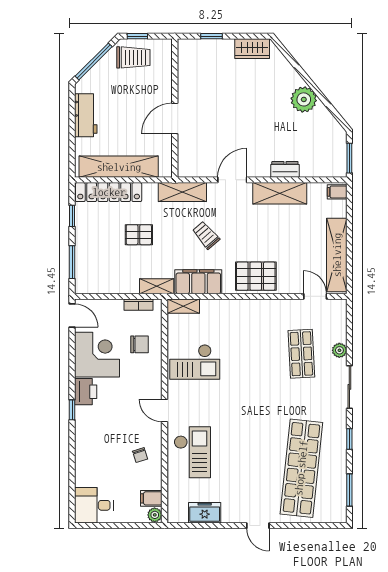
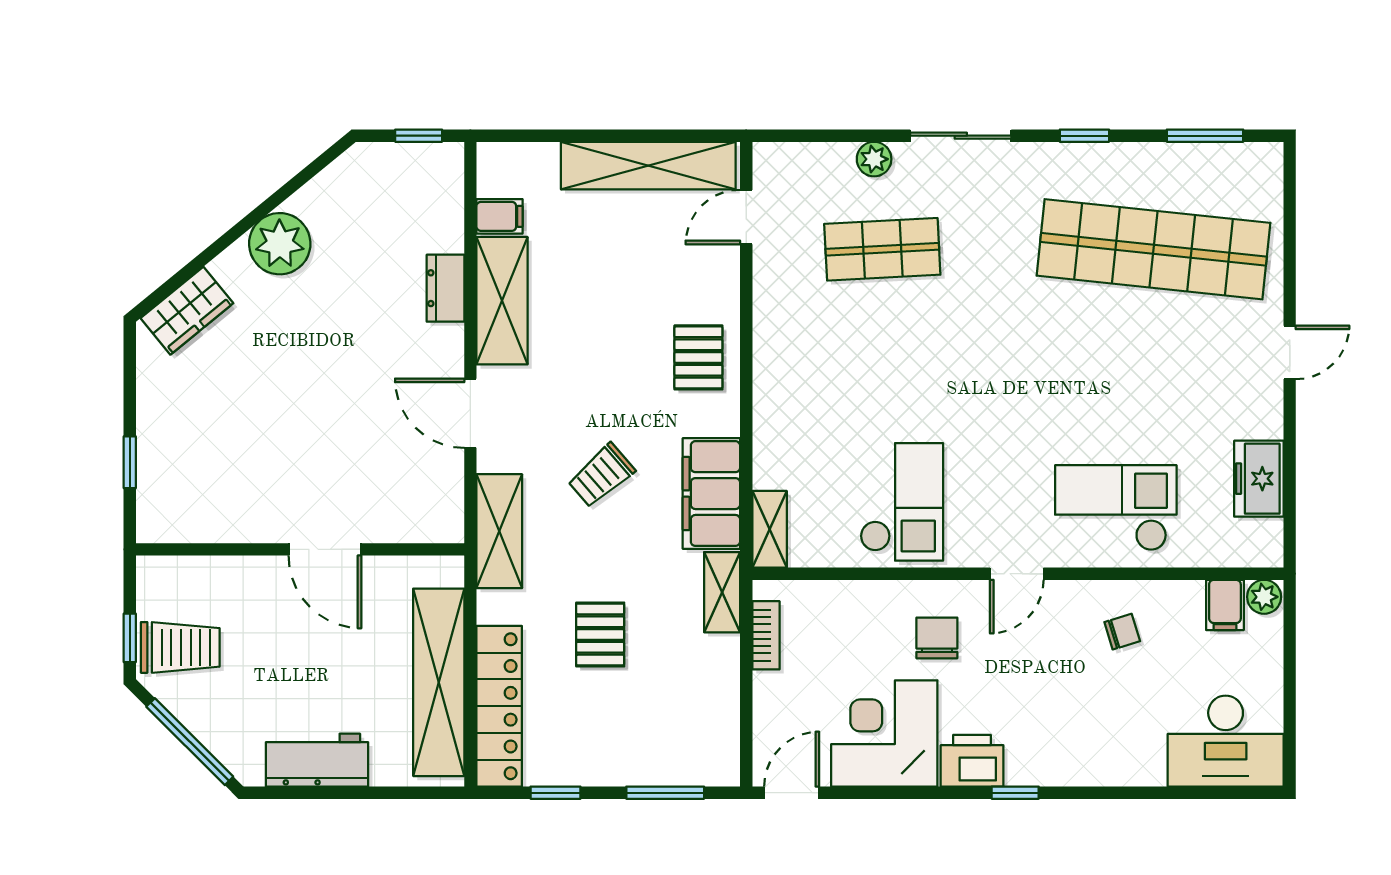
wardrobe: (252, 49) -> (187, 311), moved, turned 51
trolley: (133, 57) -> (180, 647), turned 90
window: (349, 158) -> (419, 136), width x0.67
filing cabinet: (337, 192) -> (500, 216), moved, turned -90
pallet: (256, 276) -> (698, 357), width x0.67, depth x0.71
chair: (139, 344) -> (937, 638), moved
desk: (94, 505) -> (1226, 741), width x1.37

